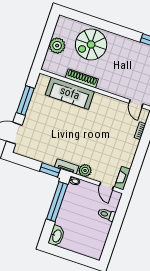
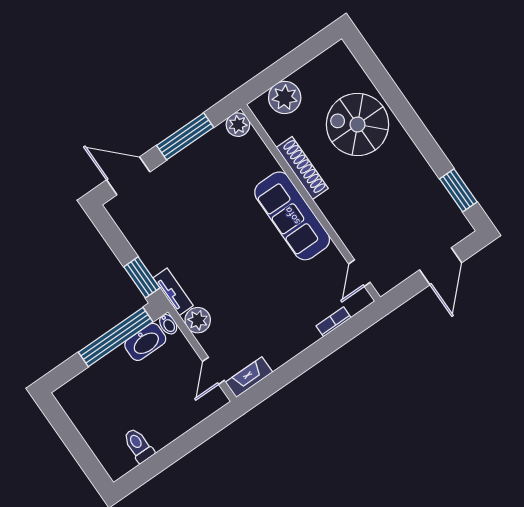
plant: (57, 46) -> (285, 97), moved
plant: (43, 80) -> (238, 125), added
sofa: (70, 93) -> (292, 216), moved
toilet: (106, 215) -> (138, 445), moved
washbasin: (57, 236) -> (145, 342), moved

